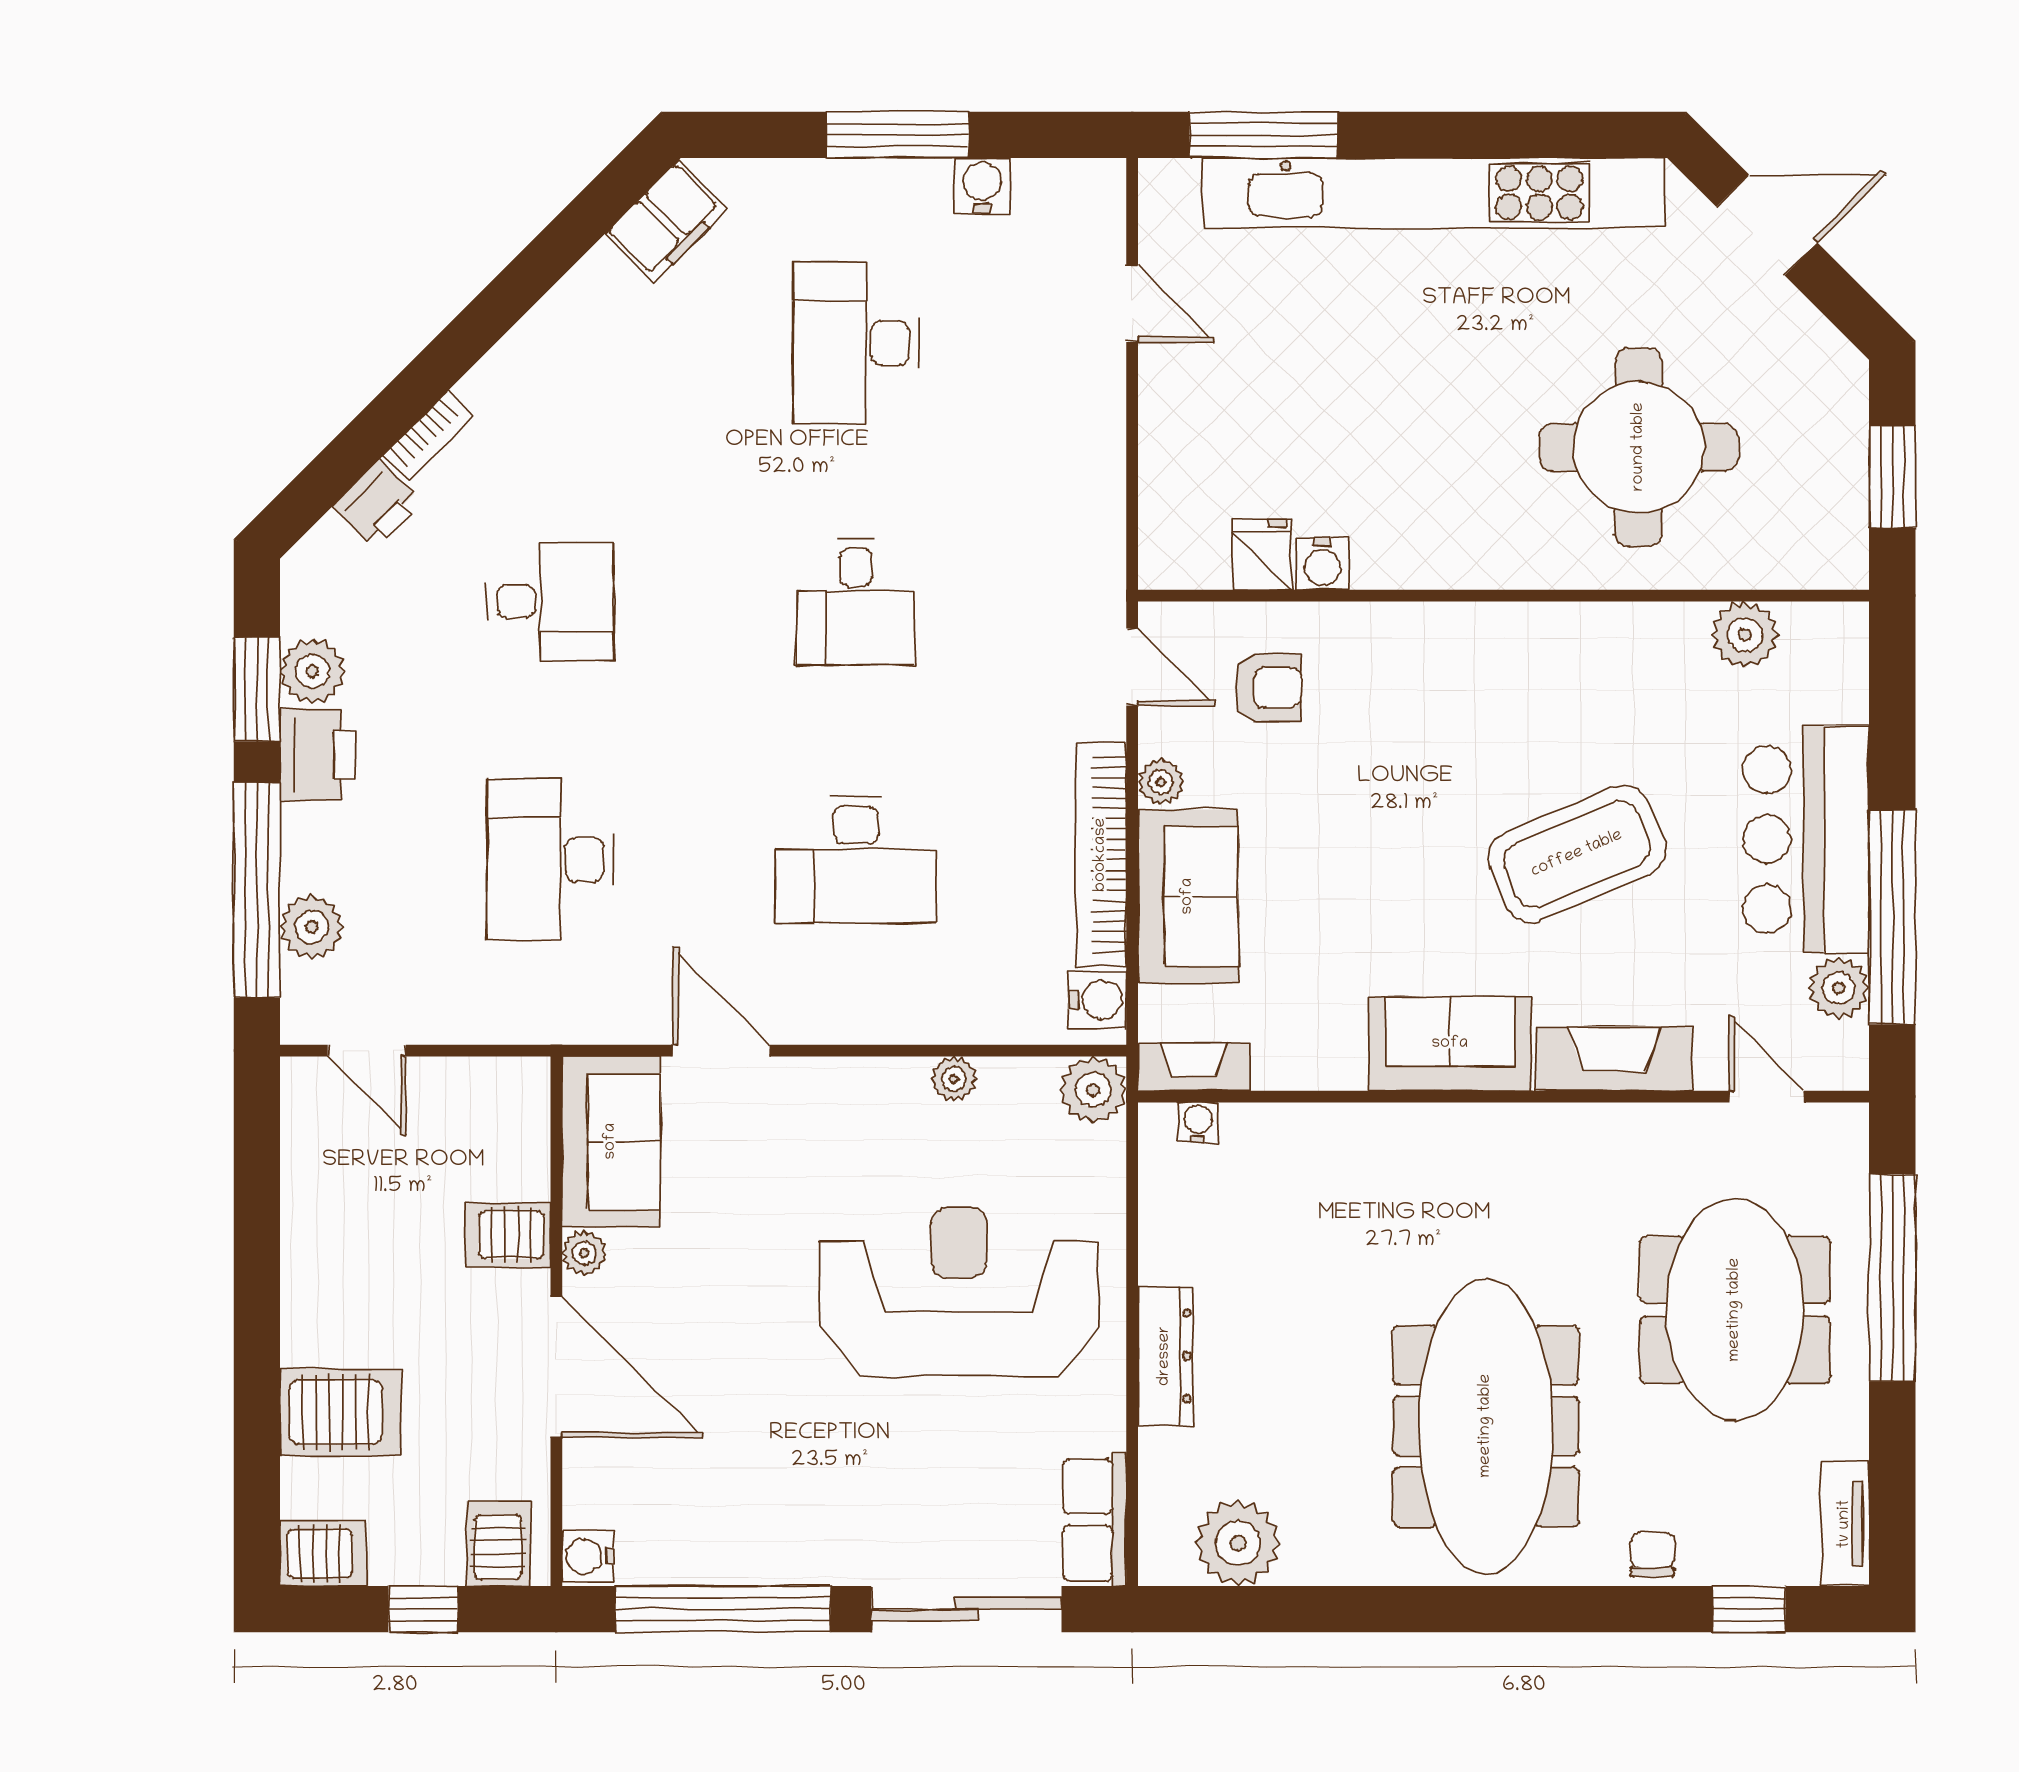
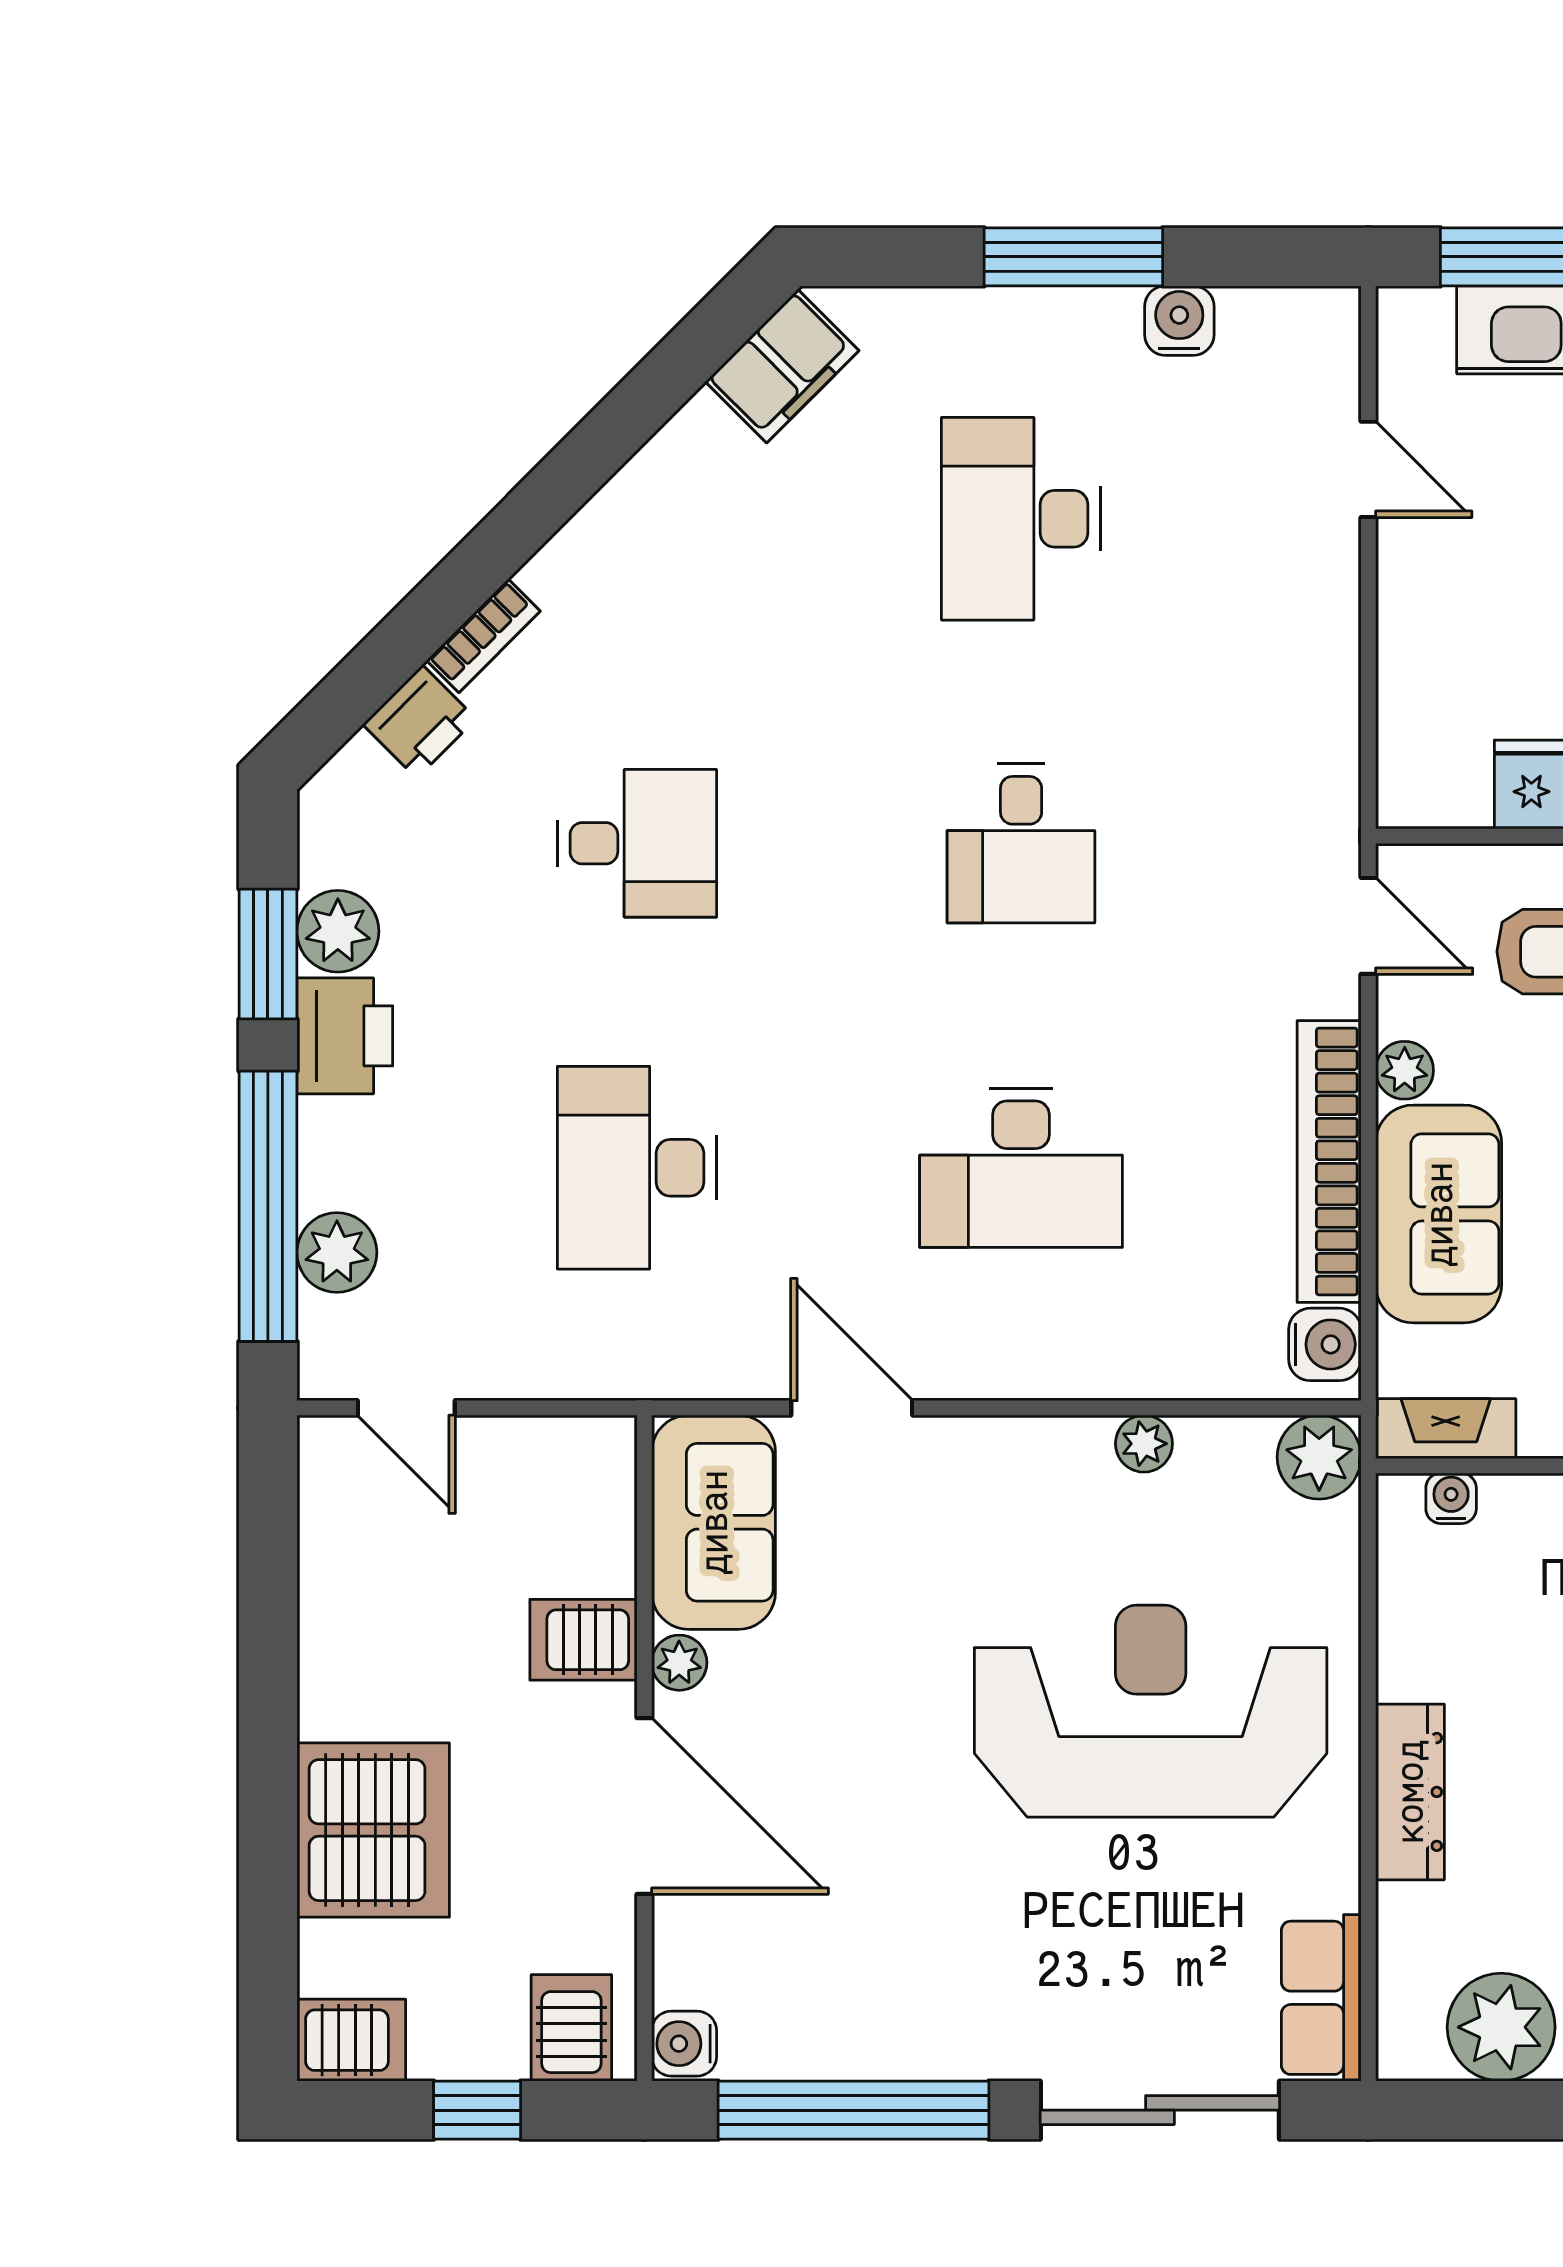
server rack: (341, 1412) -> (373, 1830), width x1.60

